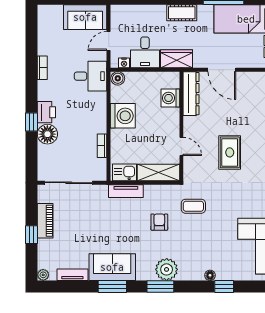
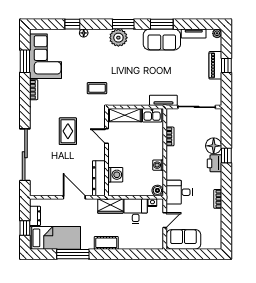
washing machine: (123, 116) -> (158, 165), width x0.53, depth x0.53
tv unit: (126, 191) -> (163, 100), moved
piano: (45, 221) -> (215, 65), moved
armchair: (159, 222) -> (124, 76), removed

